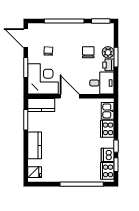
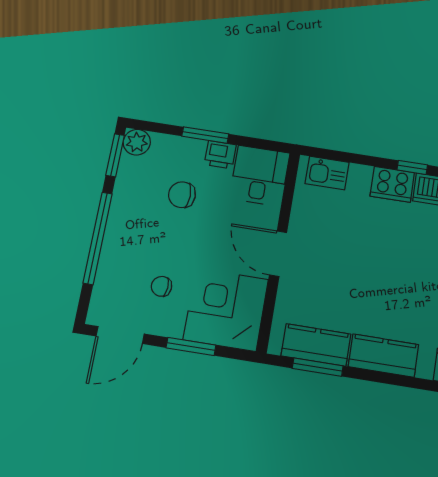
plant: (108, 52) -> (137, 142), moved
door: (70, 96) -> (278, 254), hinge flipped
kitchen counter: (41, 105) -> (316, 345), moved, turned -90
cooker: (107, 129) -> (392, 184), moved

